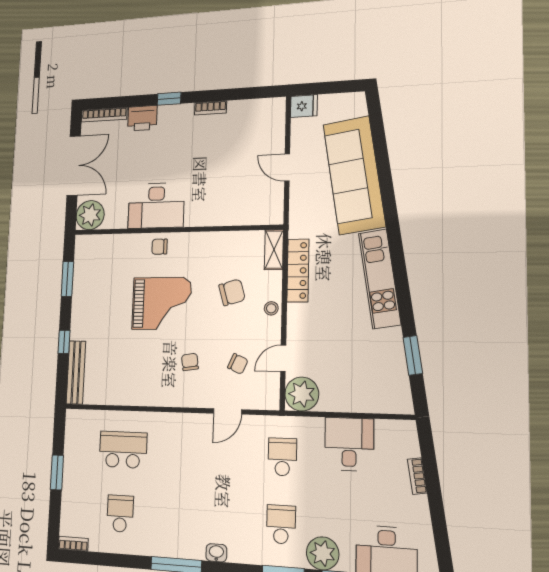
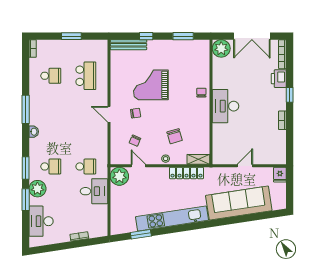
desk: (156, 206) -> (226, 106), moved
kitchen unit: (380, 279) -> (172, 218), width x1.36
grand piano: (162, 303) -> (151, 85), moved, turned 90
door: (228, 411) -> (109, 114), moved
desk: (349, 444) -> (94, 191), moved

